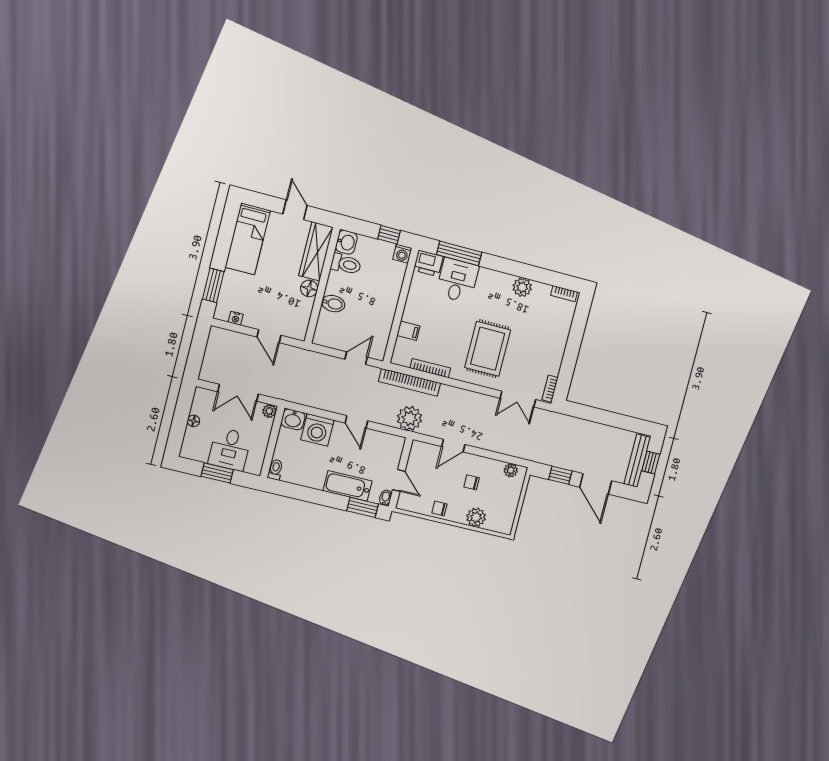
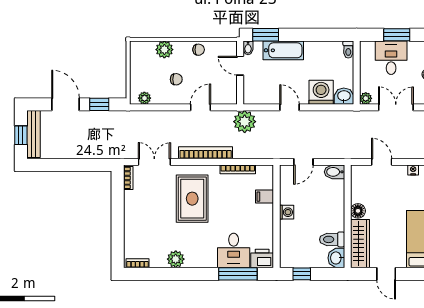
washing machine: (402, 254) -> (287, 212), moved, turned 90
bidet: (333, 304) -> (334, 172), moved
bookcase: (410, 382) -> (206, 153), moved

